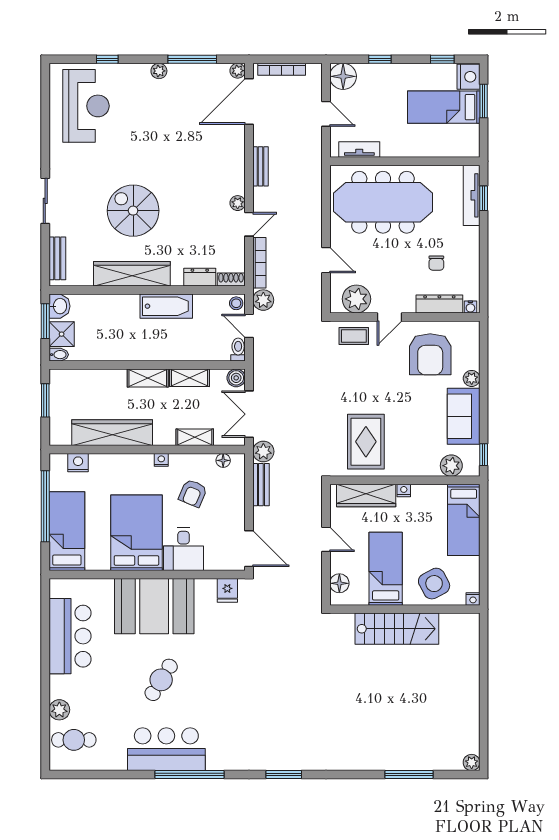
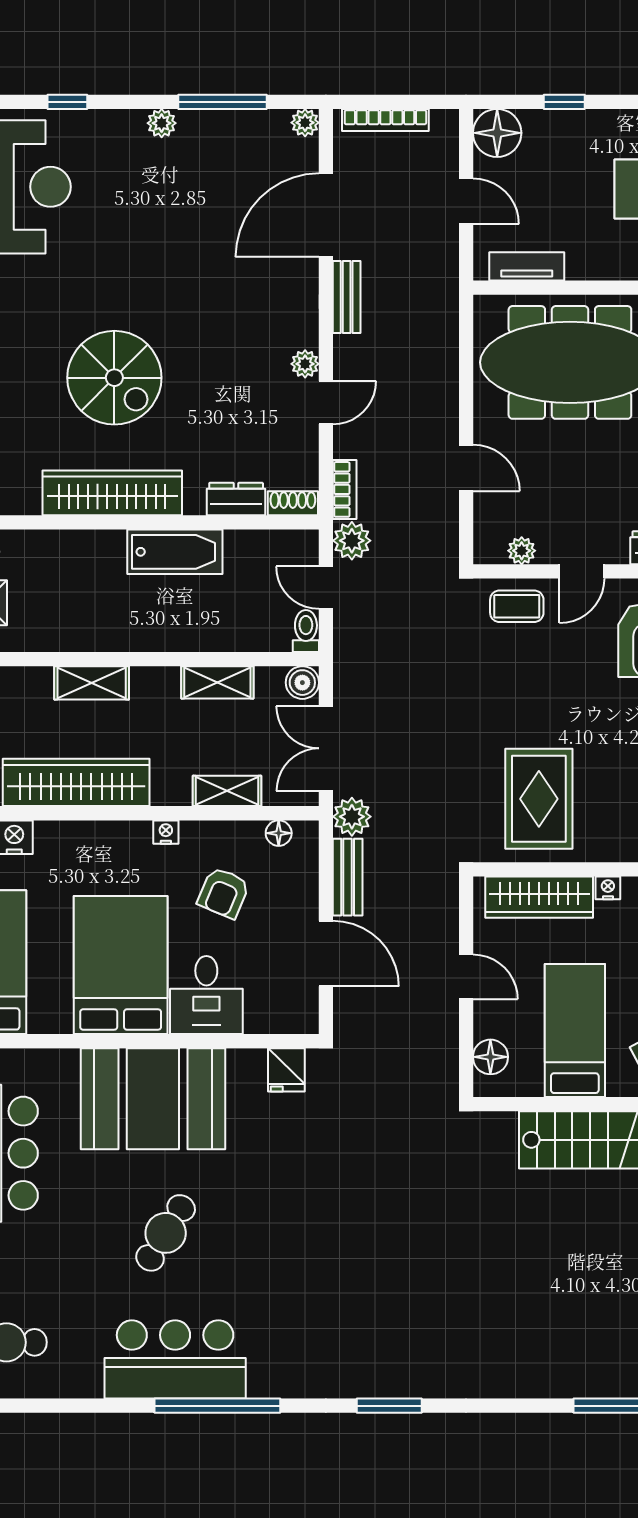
door: (249, 101) -> (326, 215), moved
spiral stairs: (133, 211) -> (114, 378), turned 180
bookcase: (259, 263) -> (345, 489), width x0.64
plant: (356, 299) -> (522, 551), width x0.53, depth x0.53
stool: (236, 303) -> (302, 547), removed
shelving: (148, 378) -> (92, 683), moved
door: (249, 549) -> (326, 954), moved

